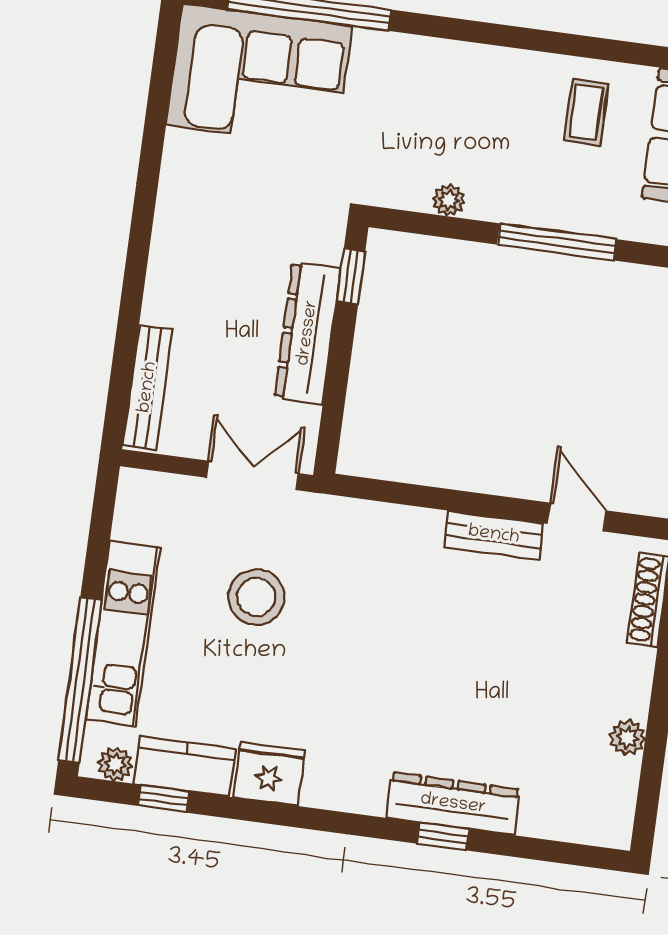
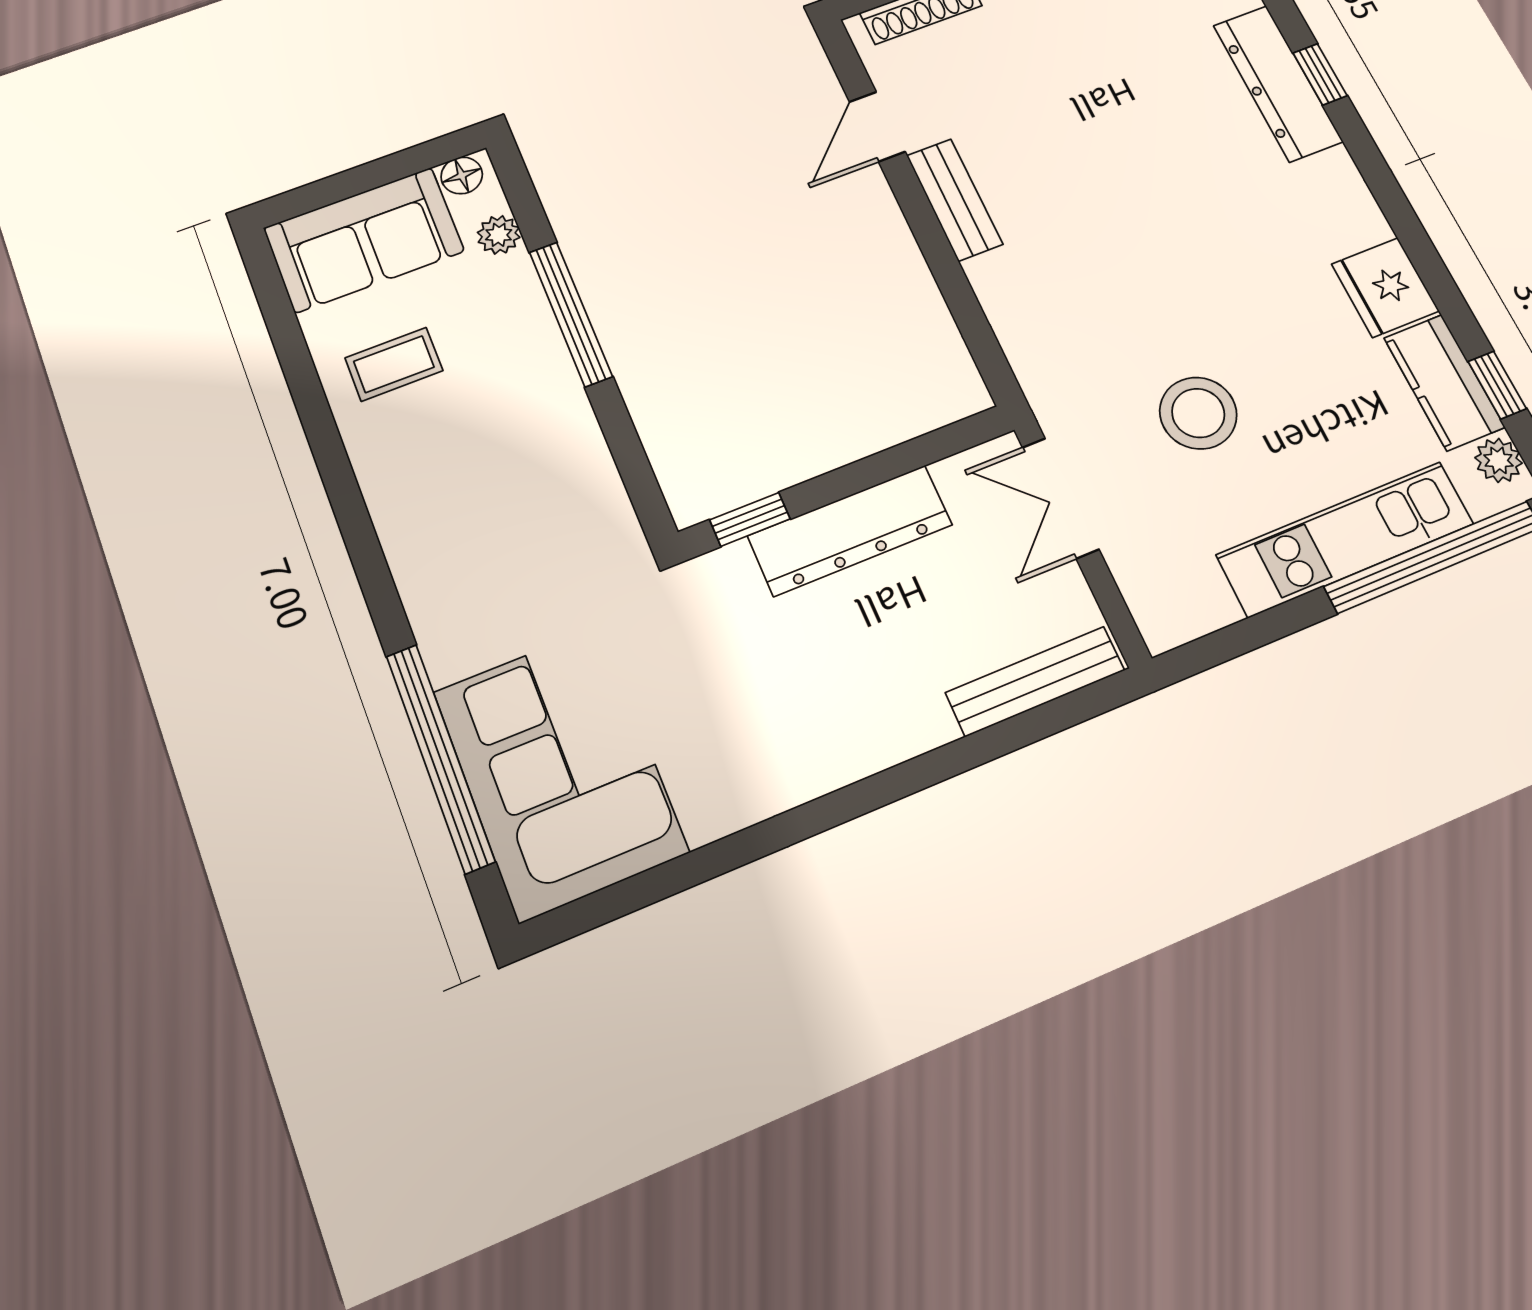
plant: (449, 200) -> (499, 235), moved

